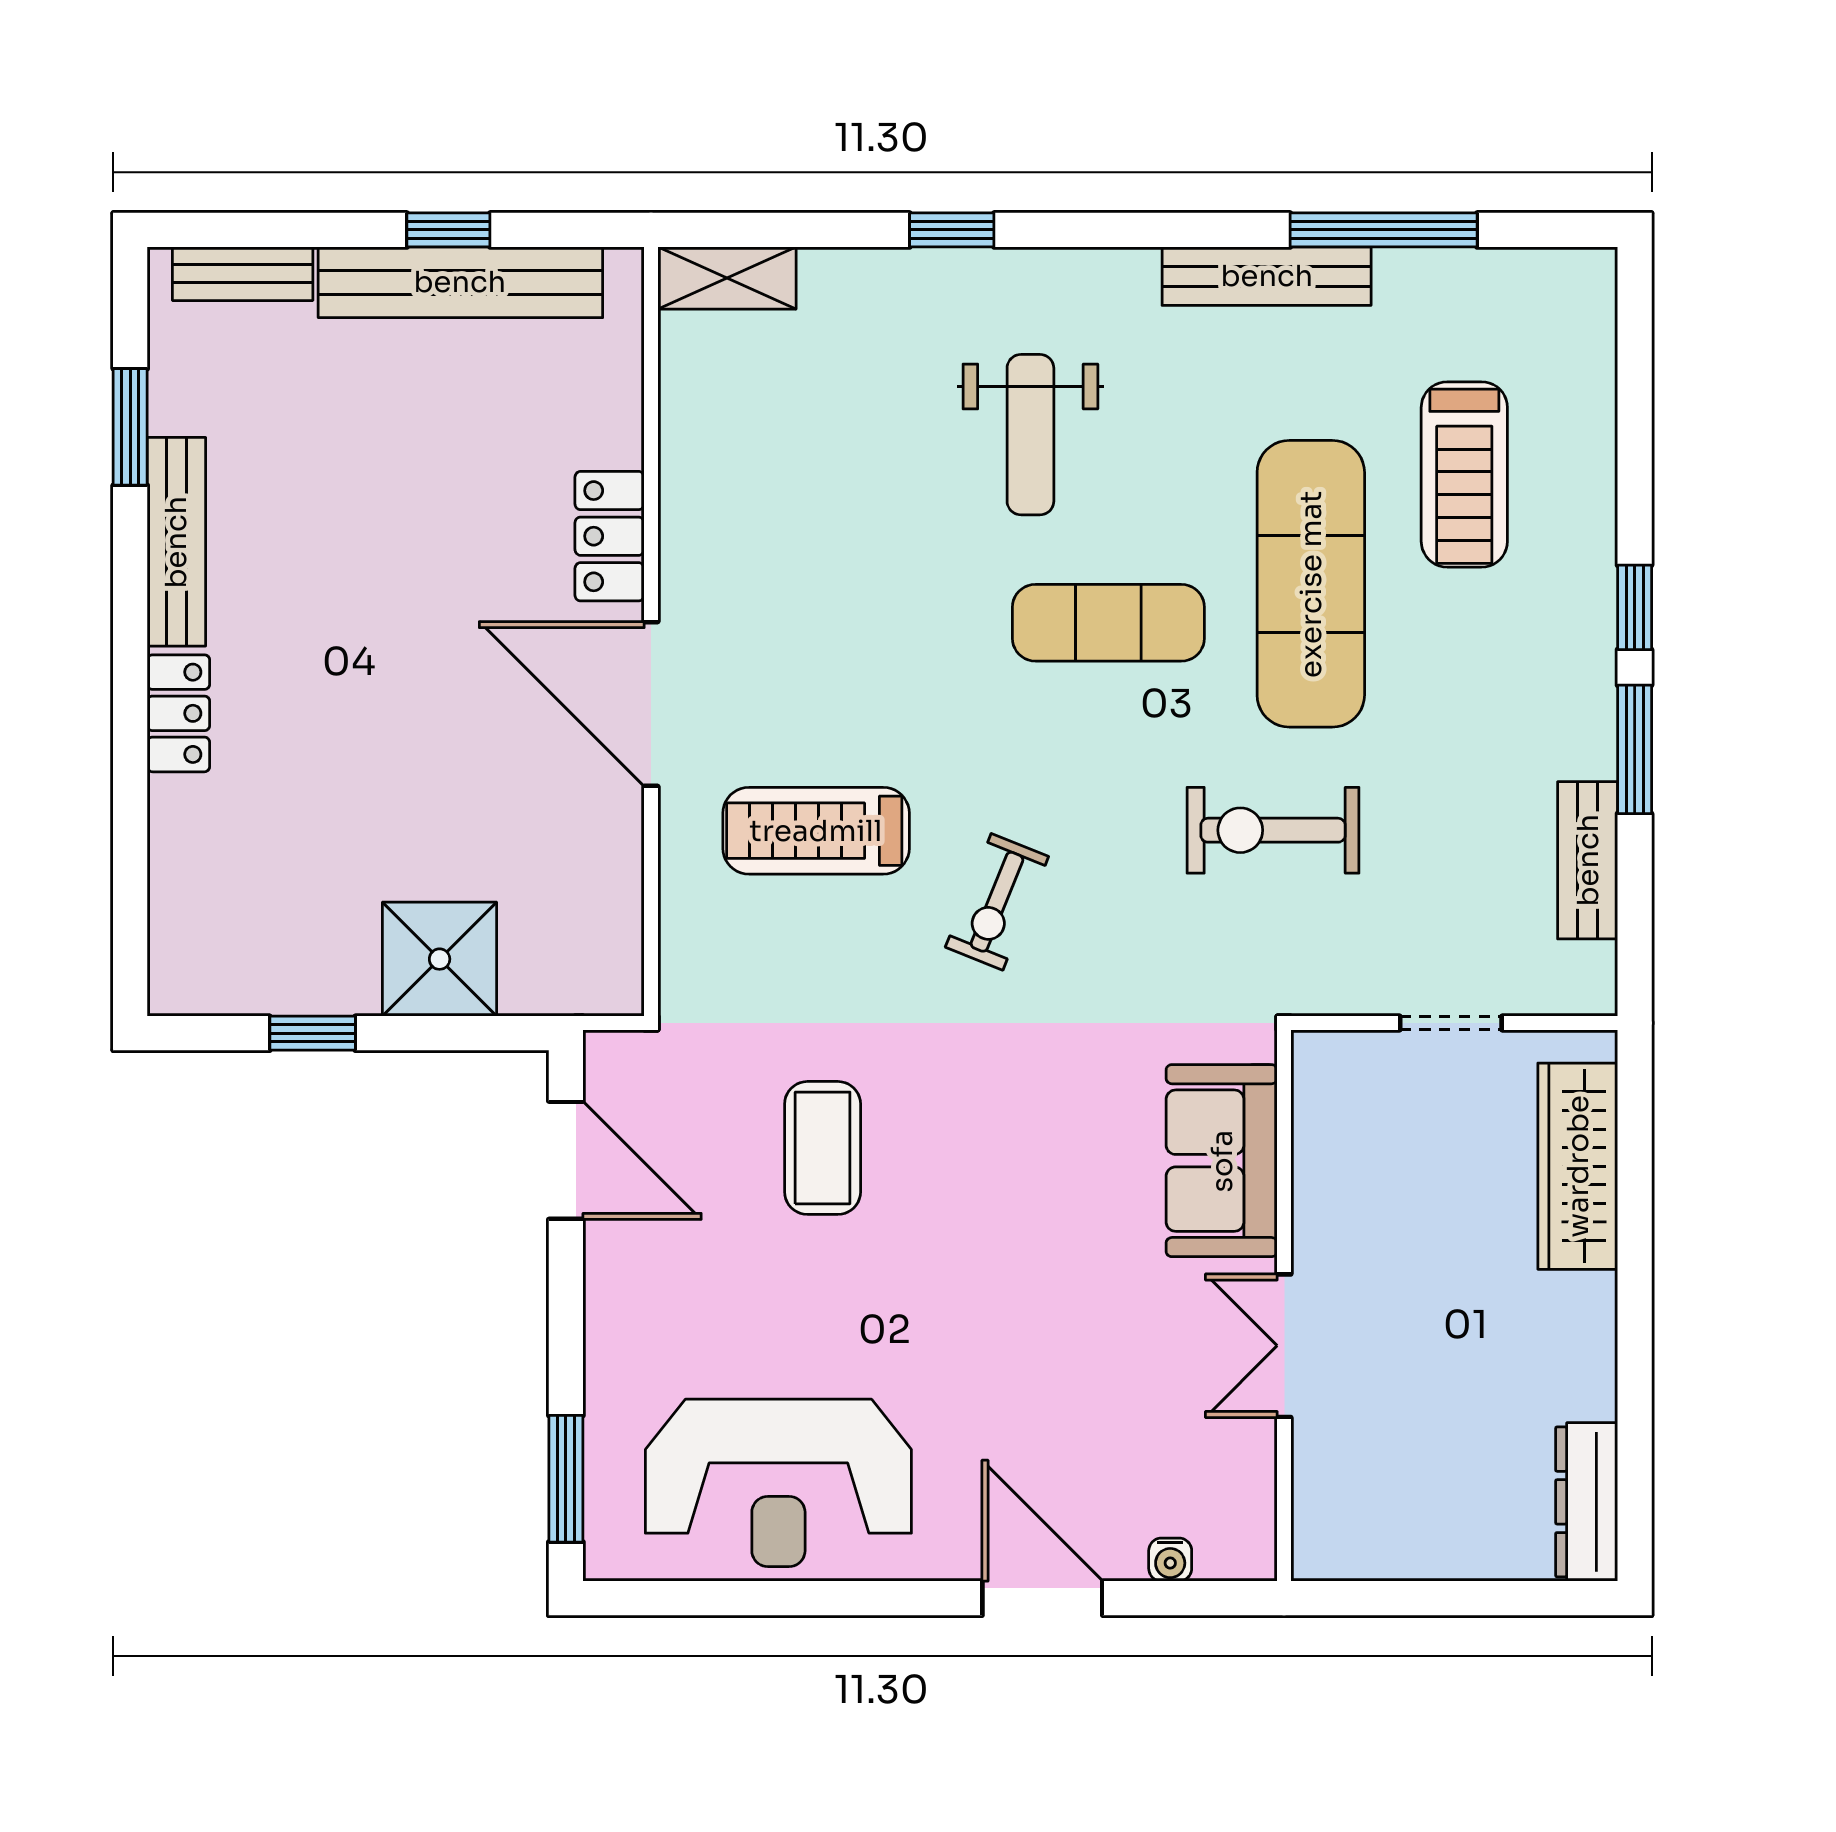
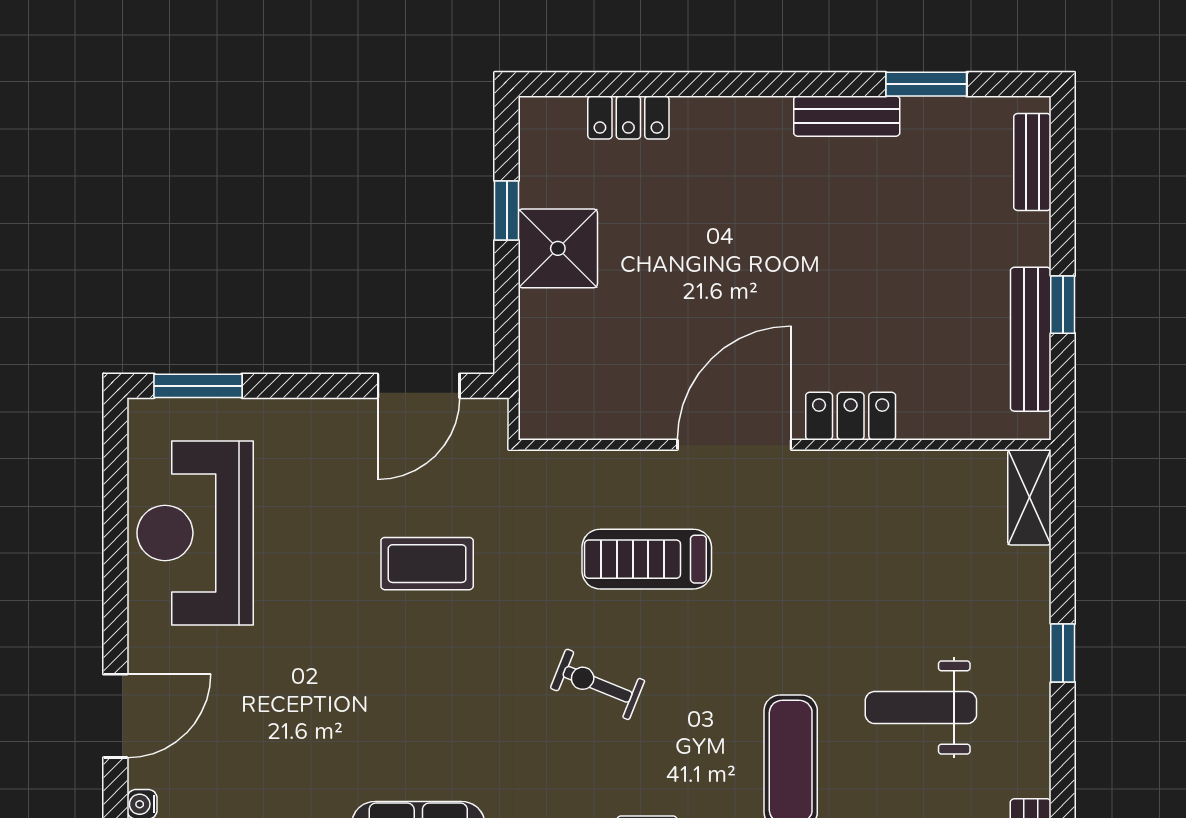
bench: (460, 282) -> (1031, 339), width x0.73, depth x0.82
bench: (176, 542) -> (847, 116), width x0.73
locker: (178, 713) -> (628, 118), moved
treadmill: (816, 831) -> (647, 559), turned -90
shower: (440, 959) -> (558, 248), moved

